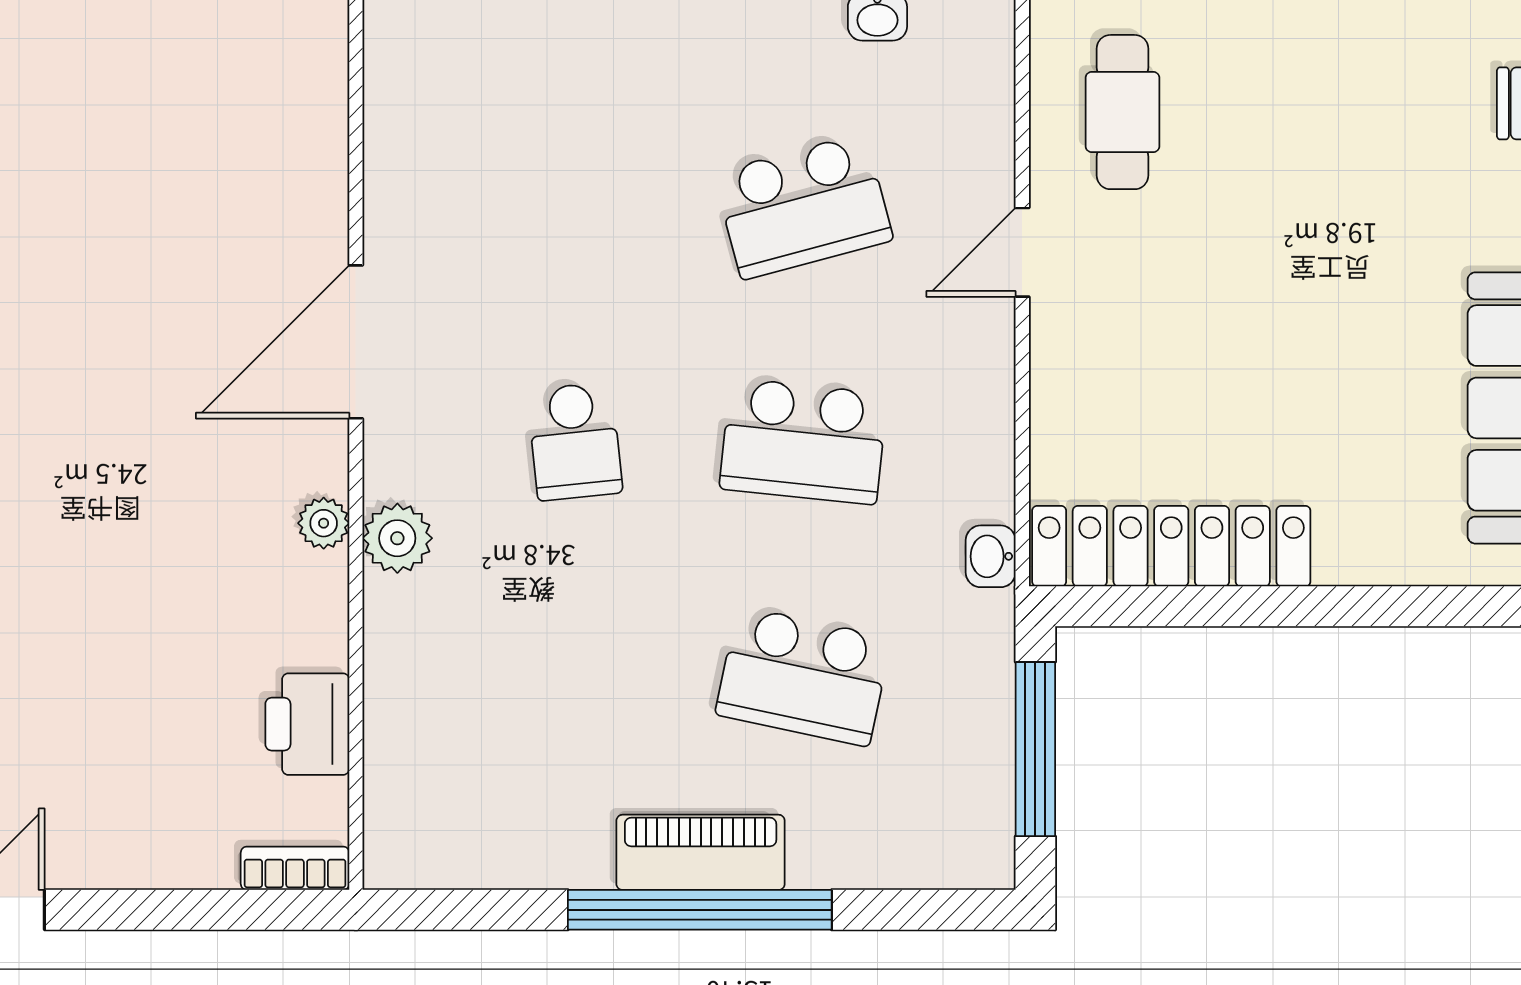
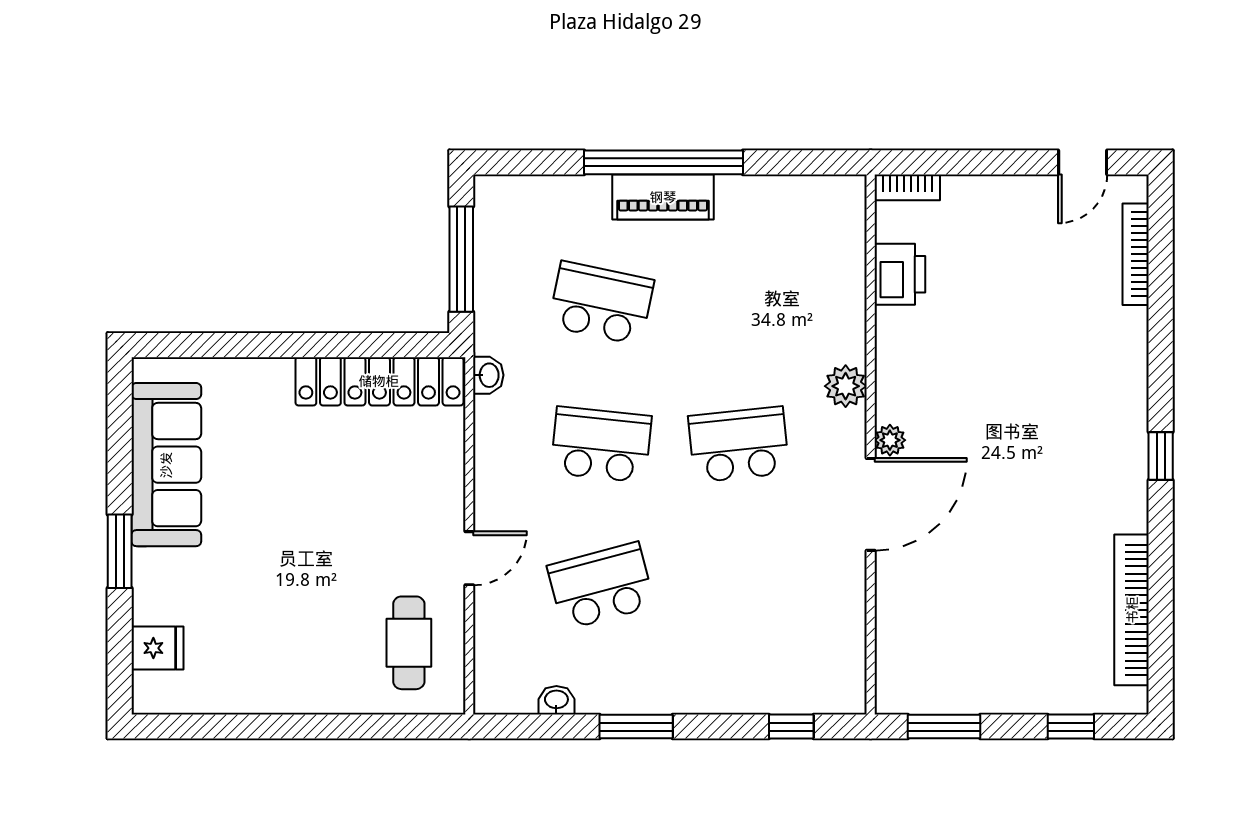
school desk: (575, 441) -> (739, 444), width x1.85
plant: (324, 523) -> (890, 440), moved

